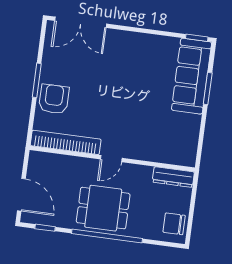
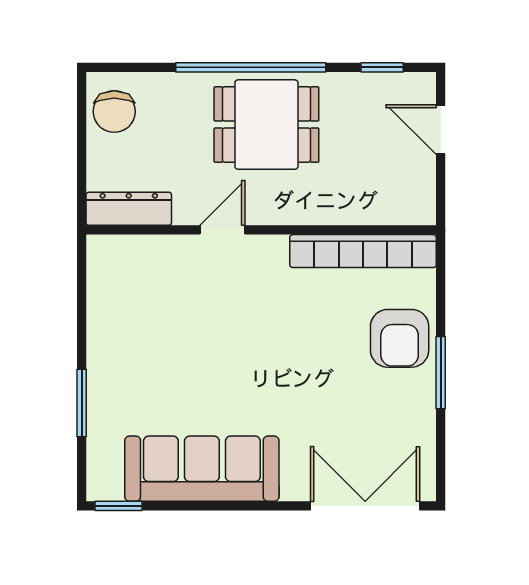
sofa: (192, 76) -> (202, 469), moved, turned -90
door: (111, 159) -> (222, 230), moved
door: (21, 195) -> (441, 129), width x0.73
chair: (174, 224) -> (114, 111), turned 90

